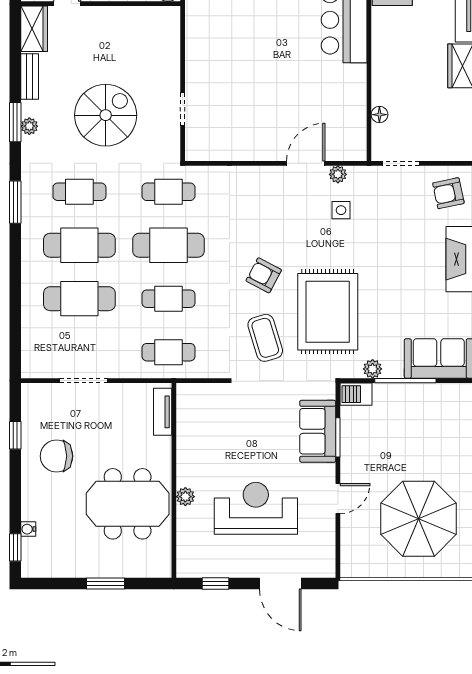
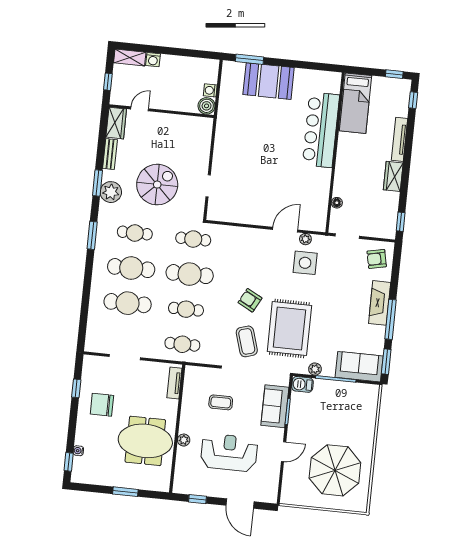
plant: (29, 126) -> (111, 192), width x1.88, depth x1.88
side table: (341, 210) -> (305, 263), width x1.87, depth x1.87
coffee table: (235, 434) -> (221, 402), added

